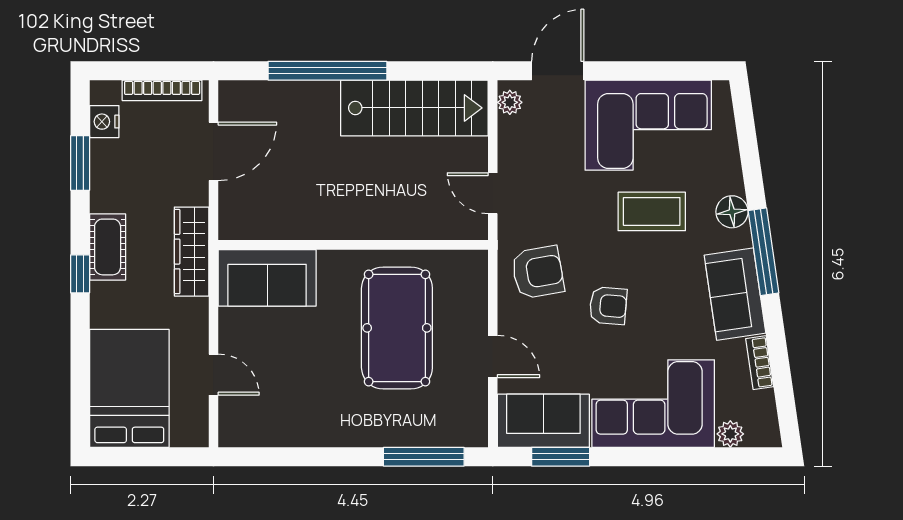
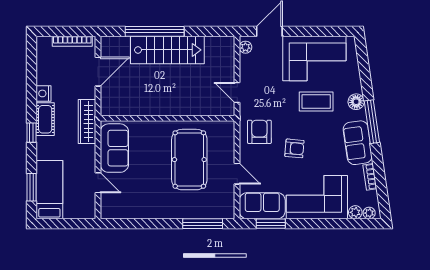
stairs: (414, 108) -> (167, 50), moved
nightstand: (104, 122) -> (44, 93), moved
window: (80, 163) -> (32, 187), moved
armchair: (538, 272) -> (259, 132), turned -80
sofa: (267, 278) -> (114, 148), moved, turned -90
bed: (129, 388) -> (49, 190), width x0.67
plant: (758, 435) -> (369, 213), added

